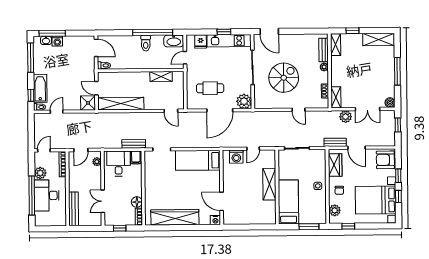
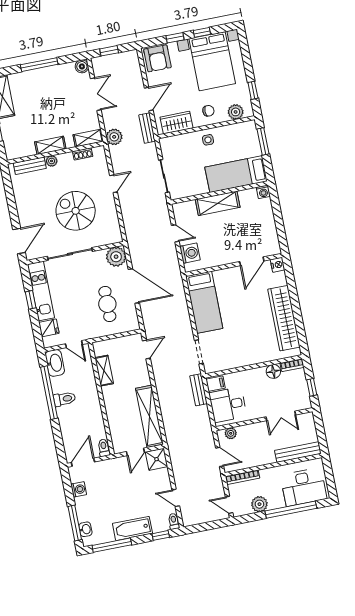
washing machine: (57, 41) -> (79, 489), moved
shelving: (336, 45) -> (50, 145), moved
bathtub: (40, 88) -> (132, 528), moved
plant: (346, 117) -> (114, 137), moved
desk: (47, 195) -> (304, 487), moved
washing machine: (272, 220) -> (263, 192), added

